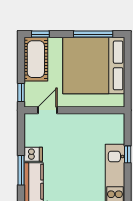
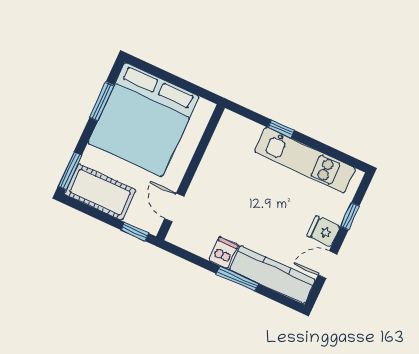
window: (40, 34) -> (70, 171), width x1.50
window: (93, 34) -> (102, 101), width x0.69

